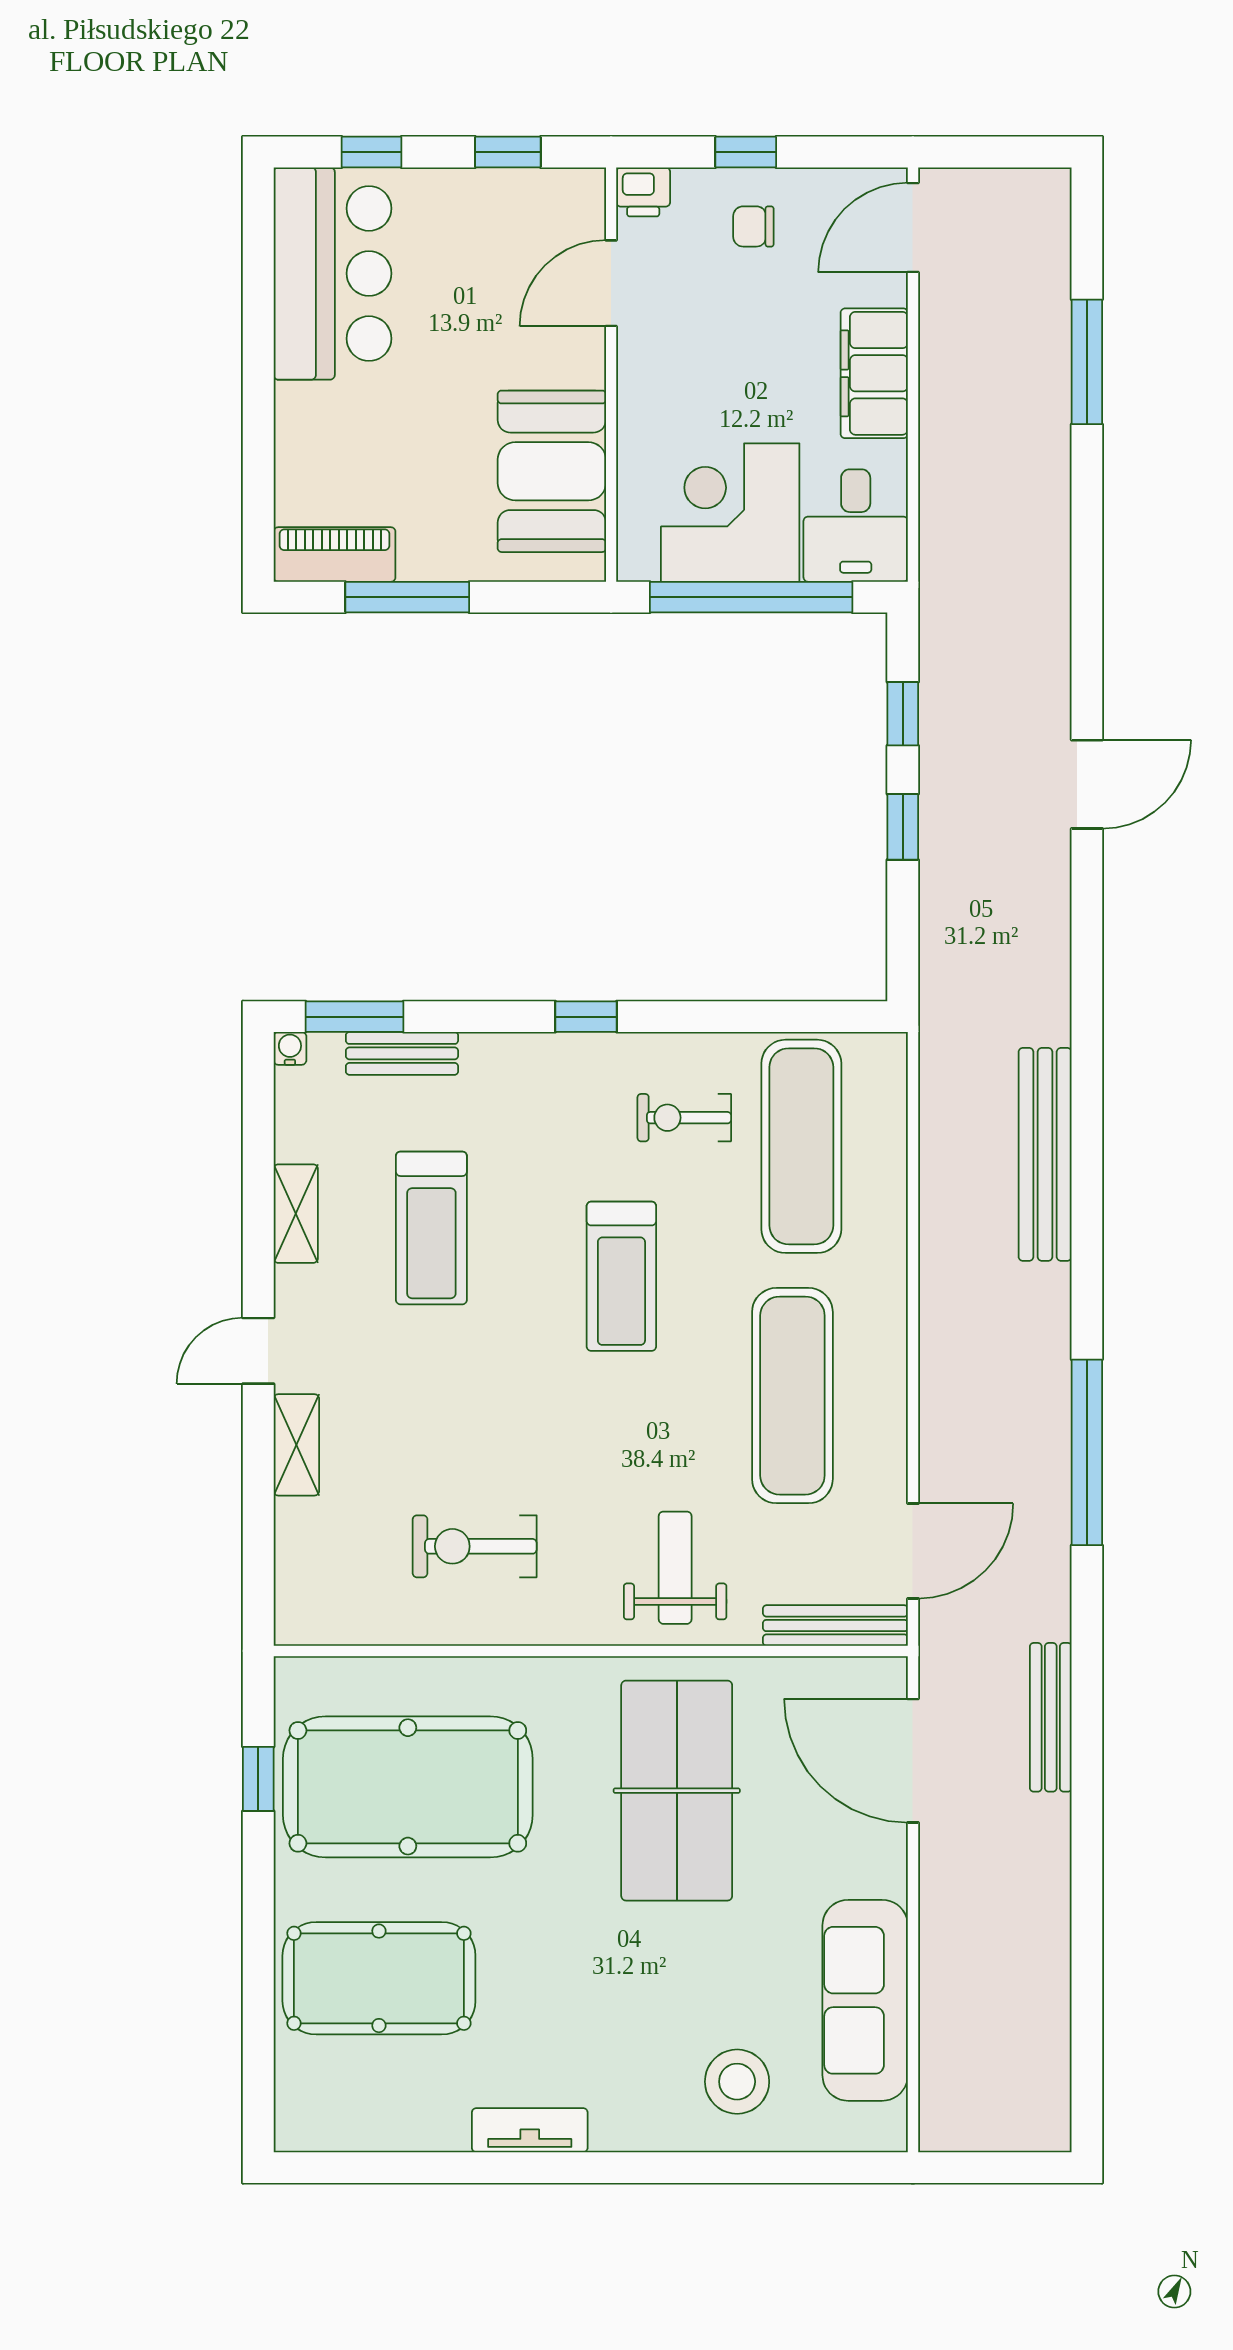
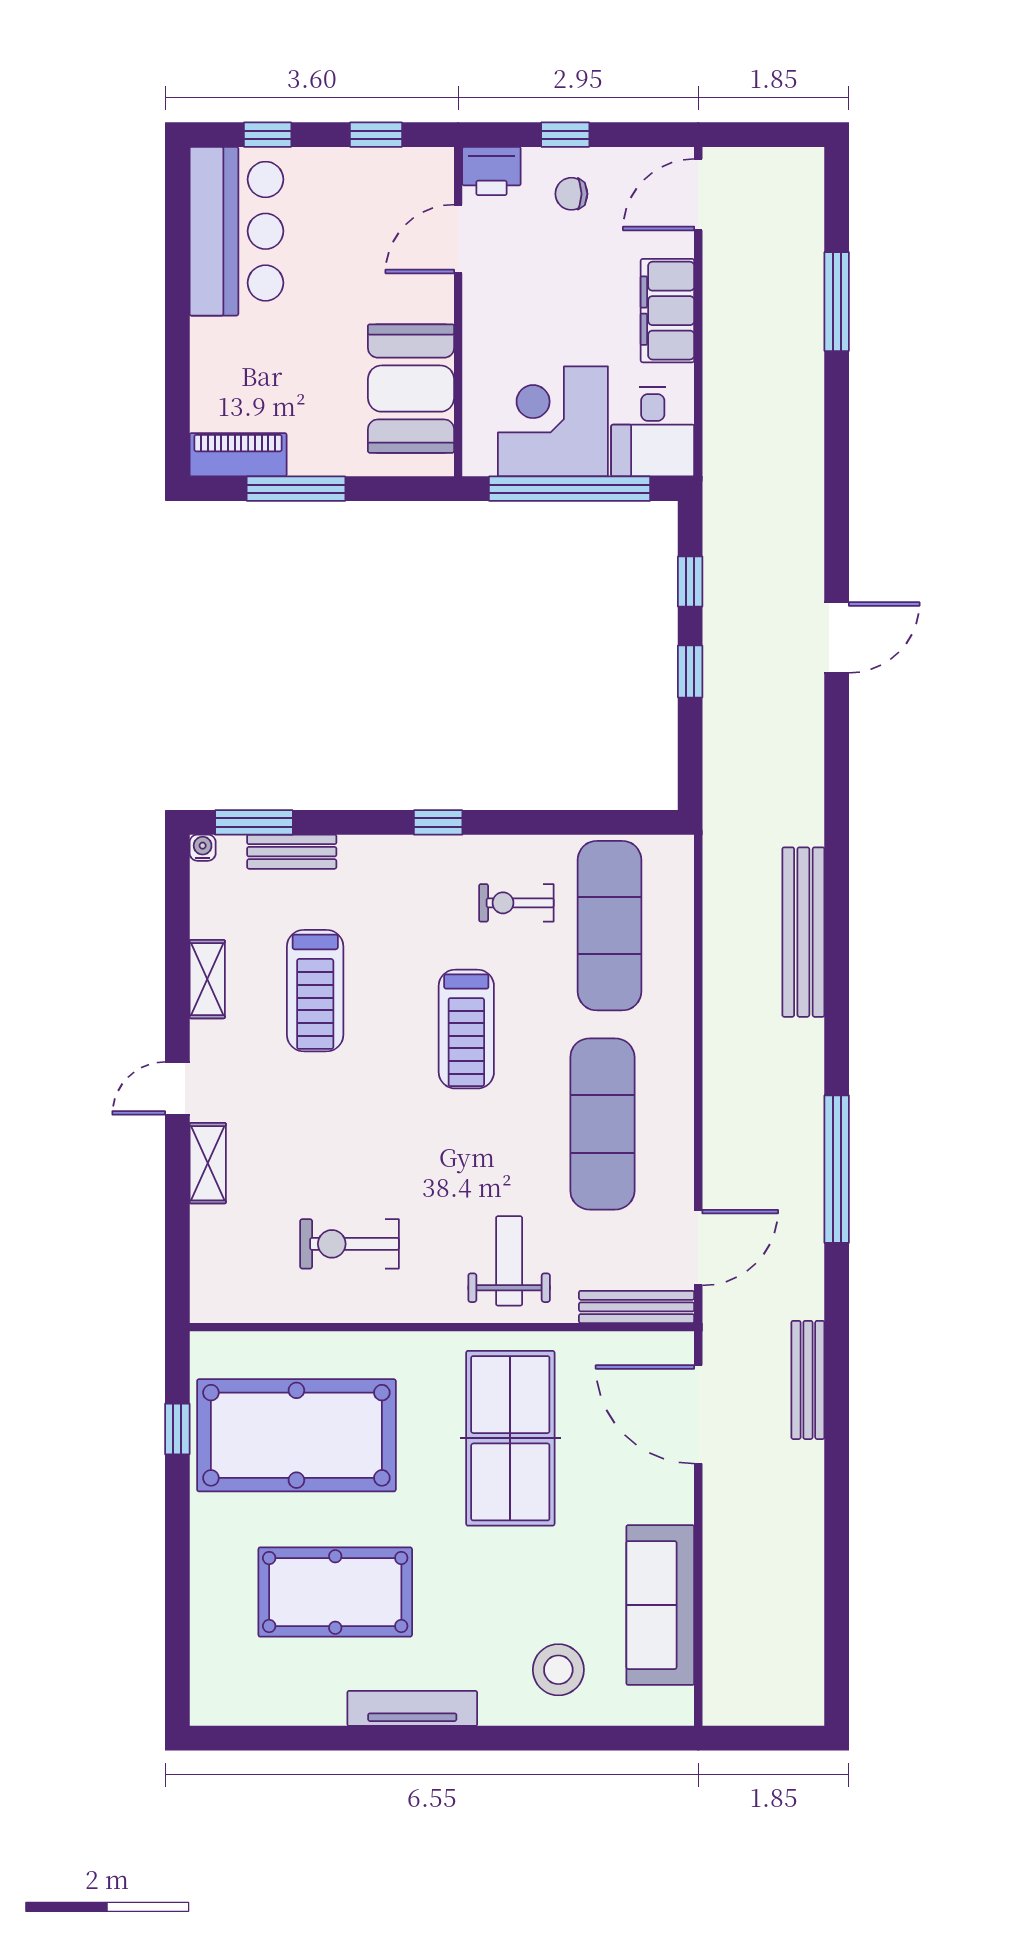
printer: (643, 192) -> (491, 171), width x1.36, depth x1.24
pool table: (379, 1978) -> (335, 1592), moved
tv unit: (530, 2130) -> (412, 1708), width x1.41

